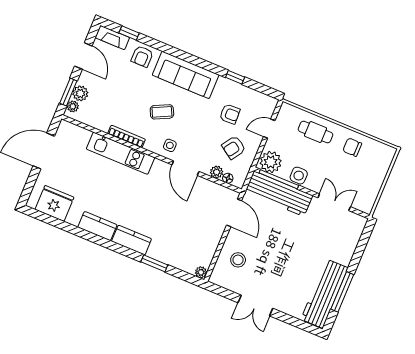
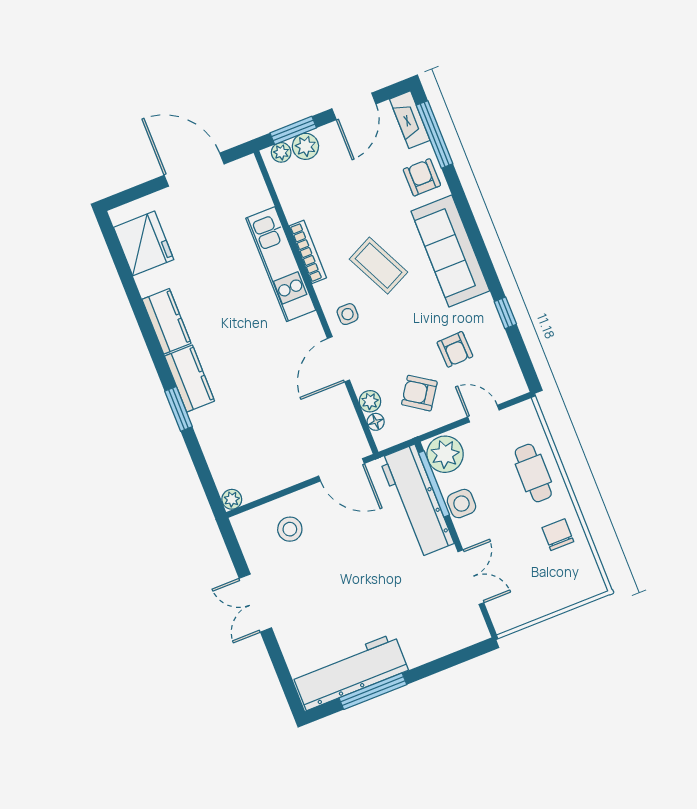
window: (129, 33) -> (435, 134), width x2.17
armchair: (142, 56) -> (422, 177), turned 90
coffee table: (162, 112) -> (378, 266), width x1.36, depth x1.30
door: (234, 213) -> (342, 470), hinge flipped
window: (154, 263) -> (179, 409), moved

